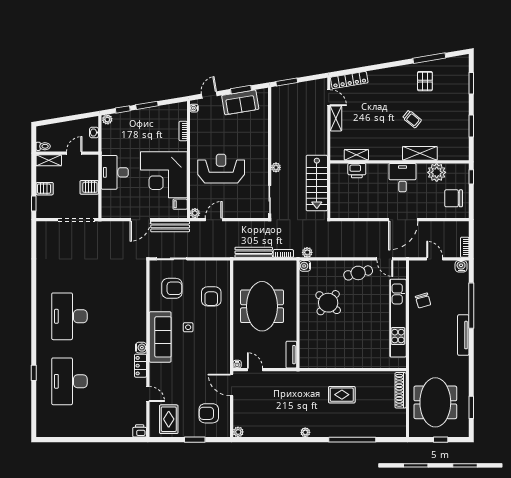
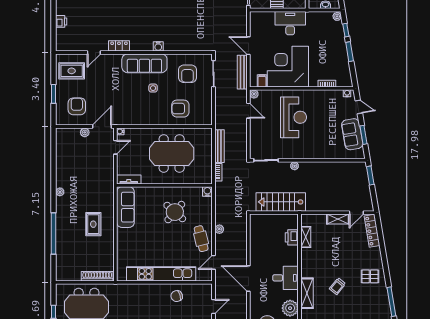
pallet: (425, 81) -> (370, 276), moved
plant: (307, 252) -> (219, 229), moved
water cooler: (141, 348) -> (158, 46), moved
sofa: (323, 358) -> (125, 207), added
printer: (140, 431) -> (61, 21), moved
plant: (238, 432) -> (85, 132), moved

